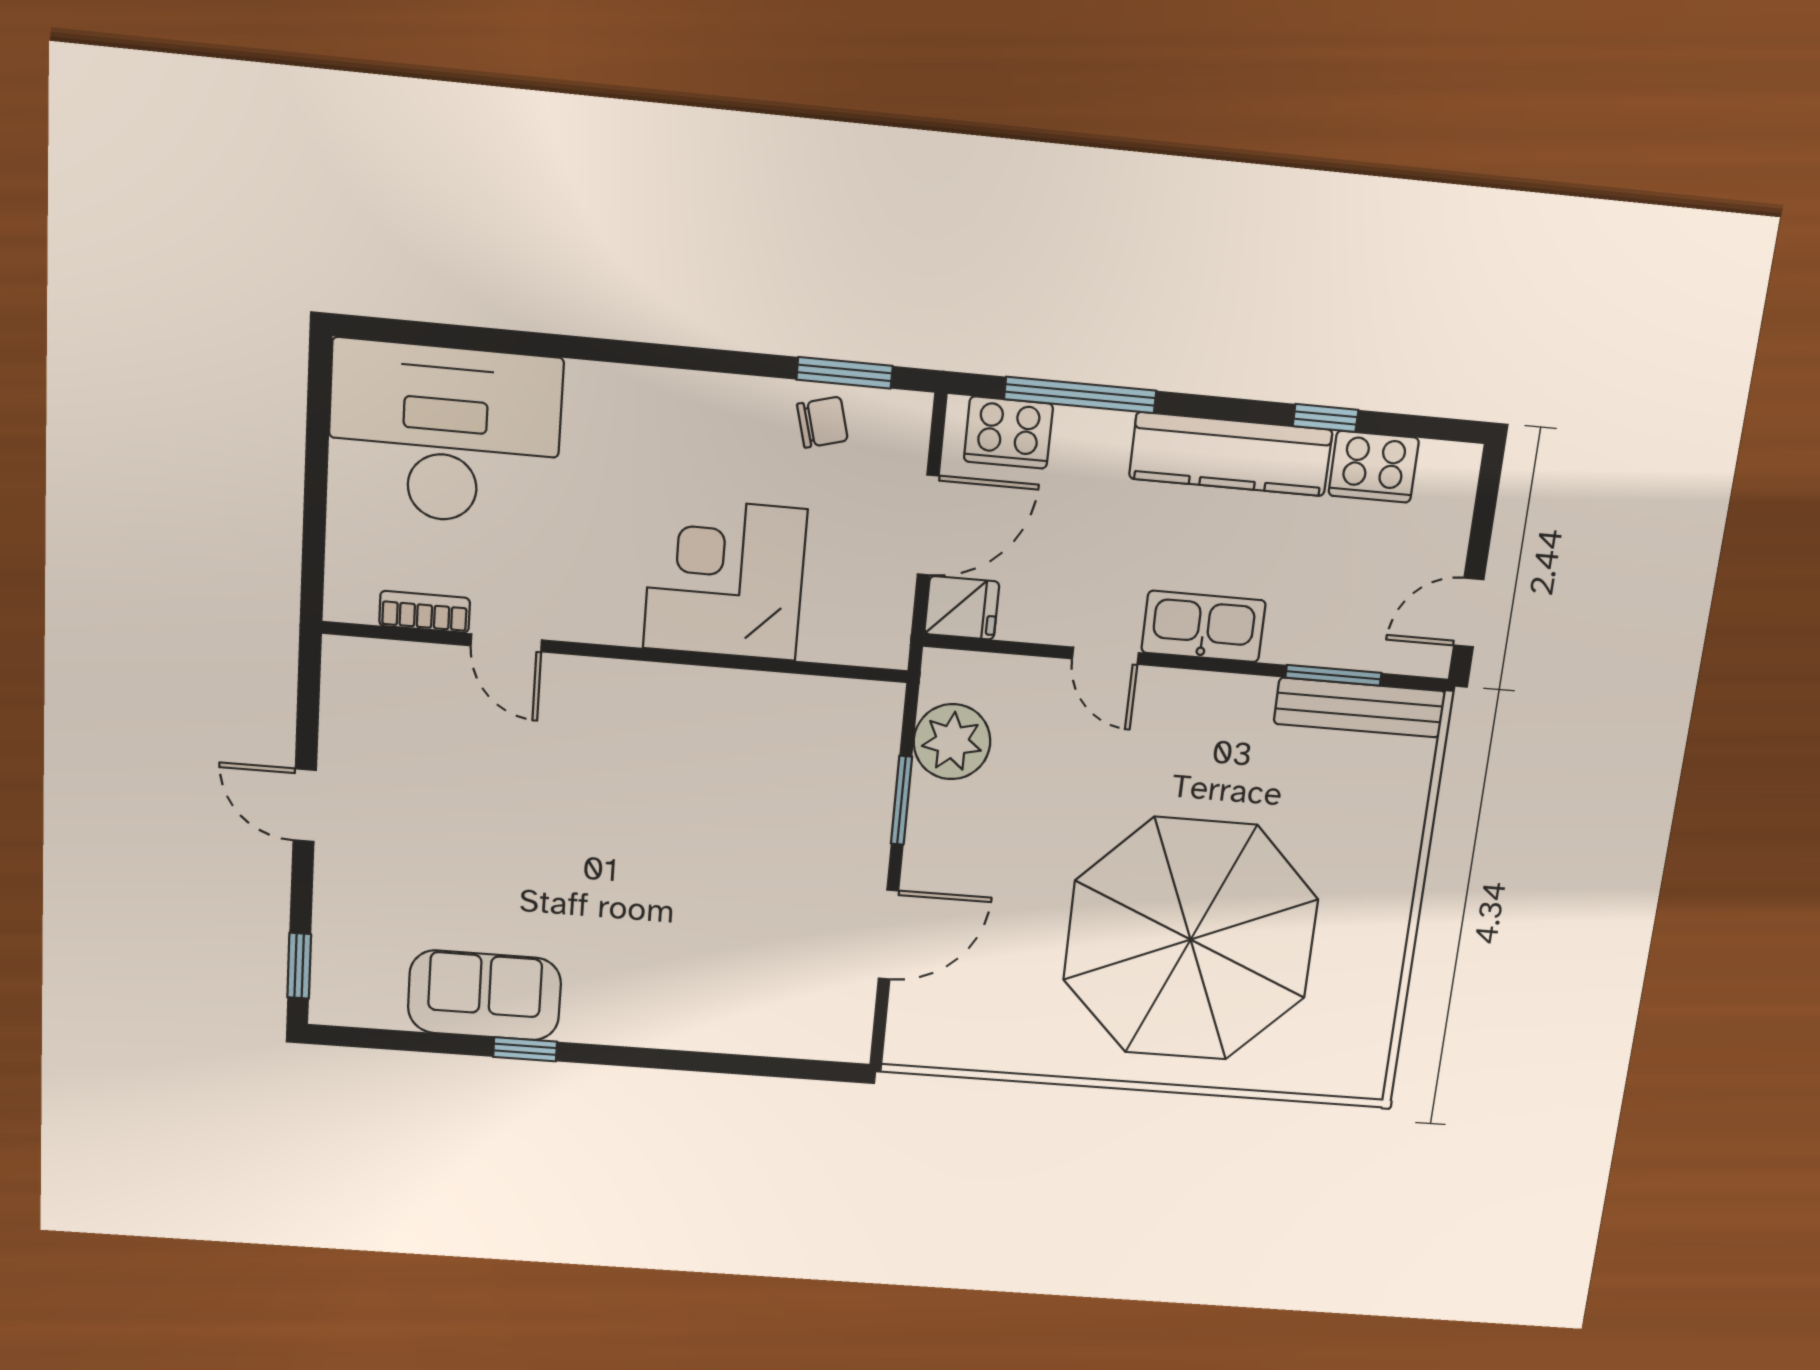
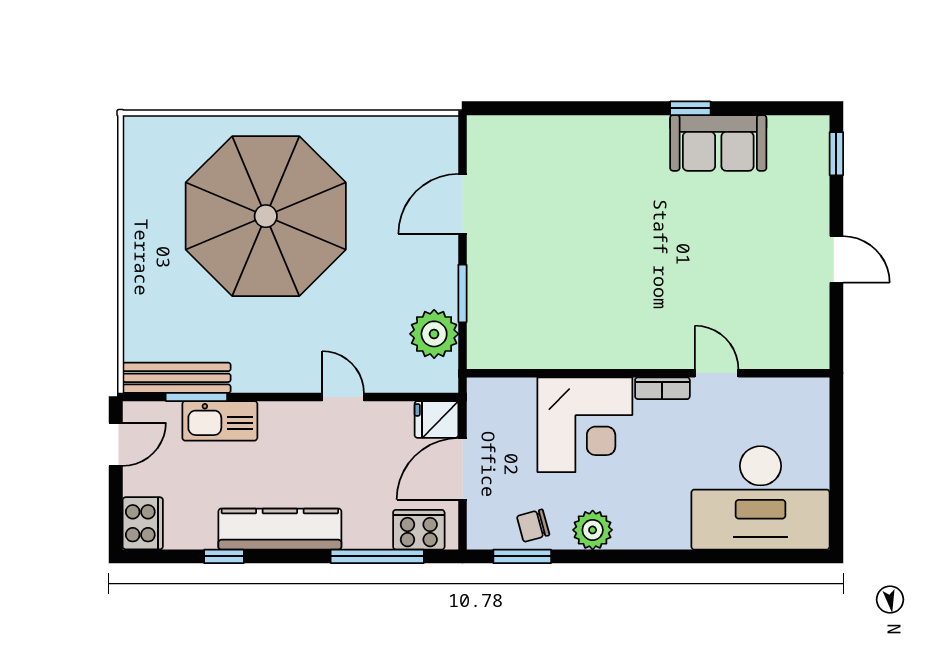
plant: (726, 406) -> (593, 530), added
cooker: (1374, 467) -> (143, 523), moved, turned 90
bookcase: (425, 612) -> (662, 388), moved
kitchen sink: (1204, 627) -> (220, 421), moved

